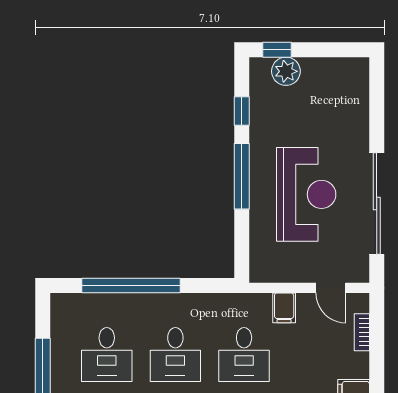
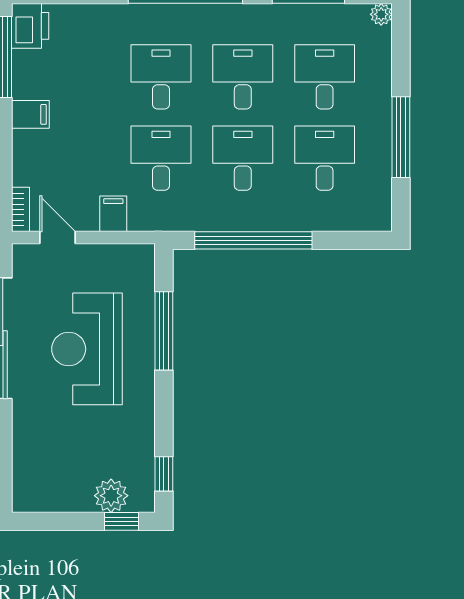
window: (242, 111) -> (164, 474), moved
window: (242, 176) -> (164, 331), moved
window: (131, 285) -> (253, 240), moved
bookcase: (362, 332) -> (21, 209), moved

